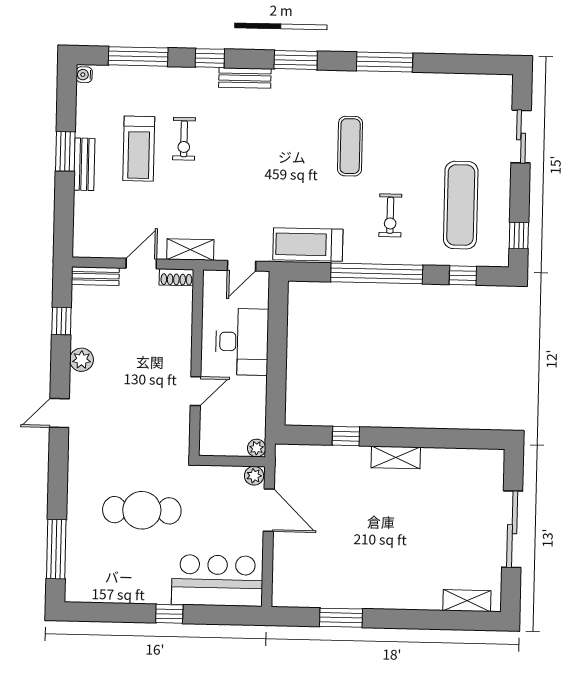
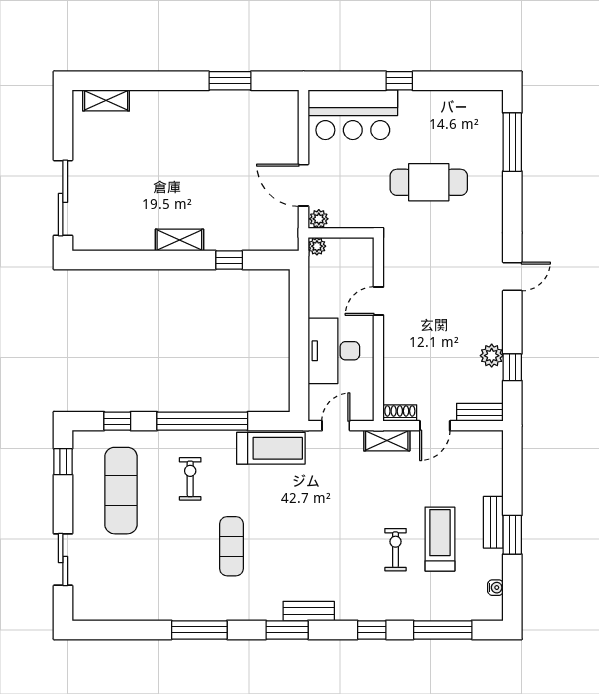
water cooler: (84, 75) -> (495, 588), moved
bench: (245, 78) -> (309, 611), moved
plant: (82, 360) -> (492, 356), moved
sliding door: (512, 529) -> (63, 198), moved

